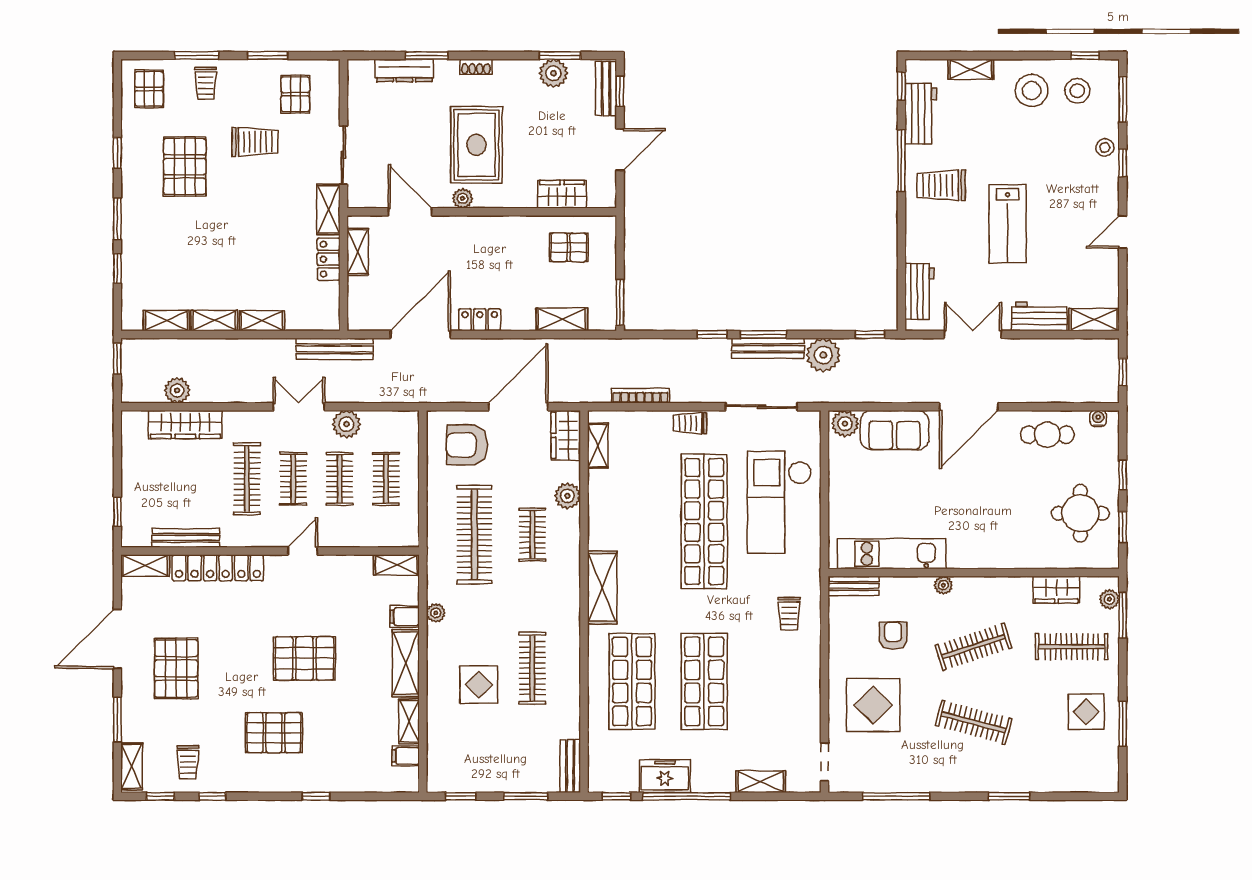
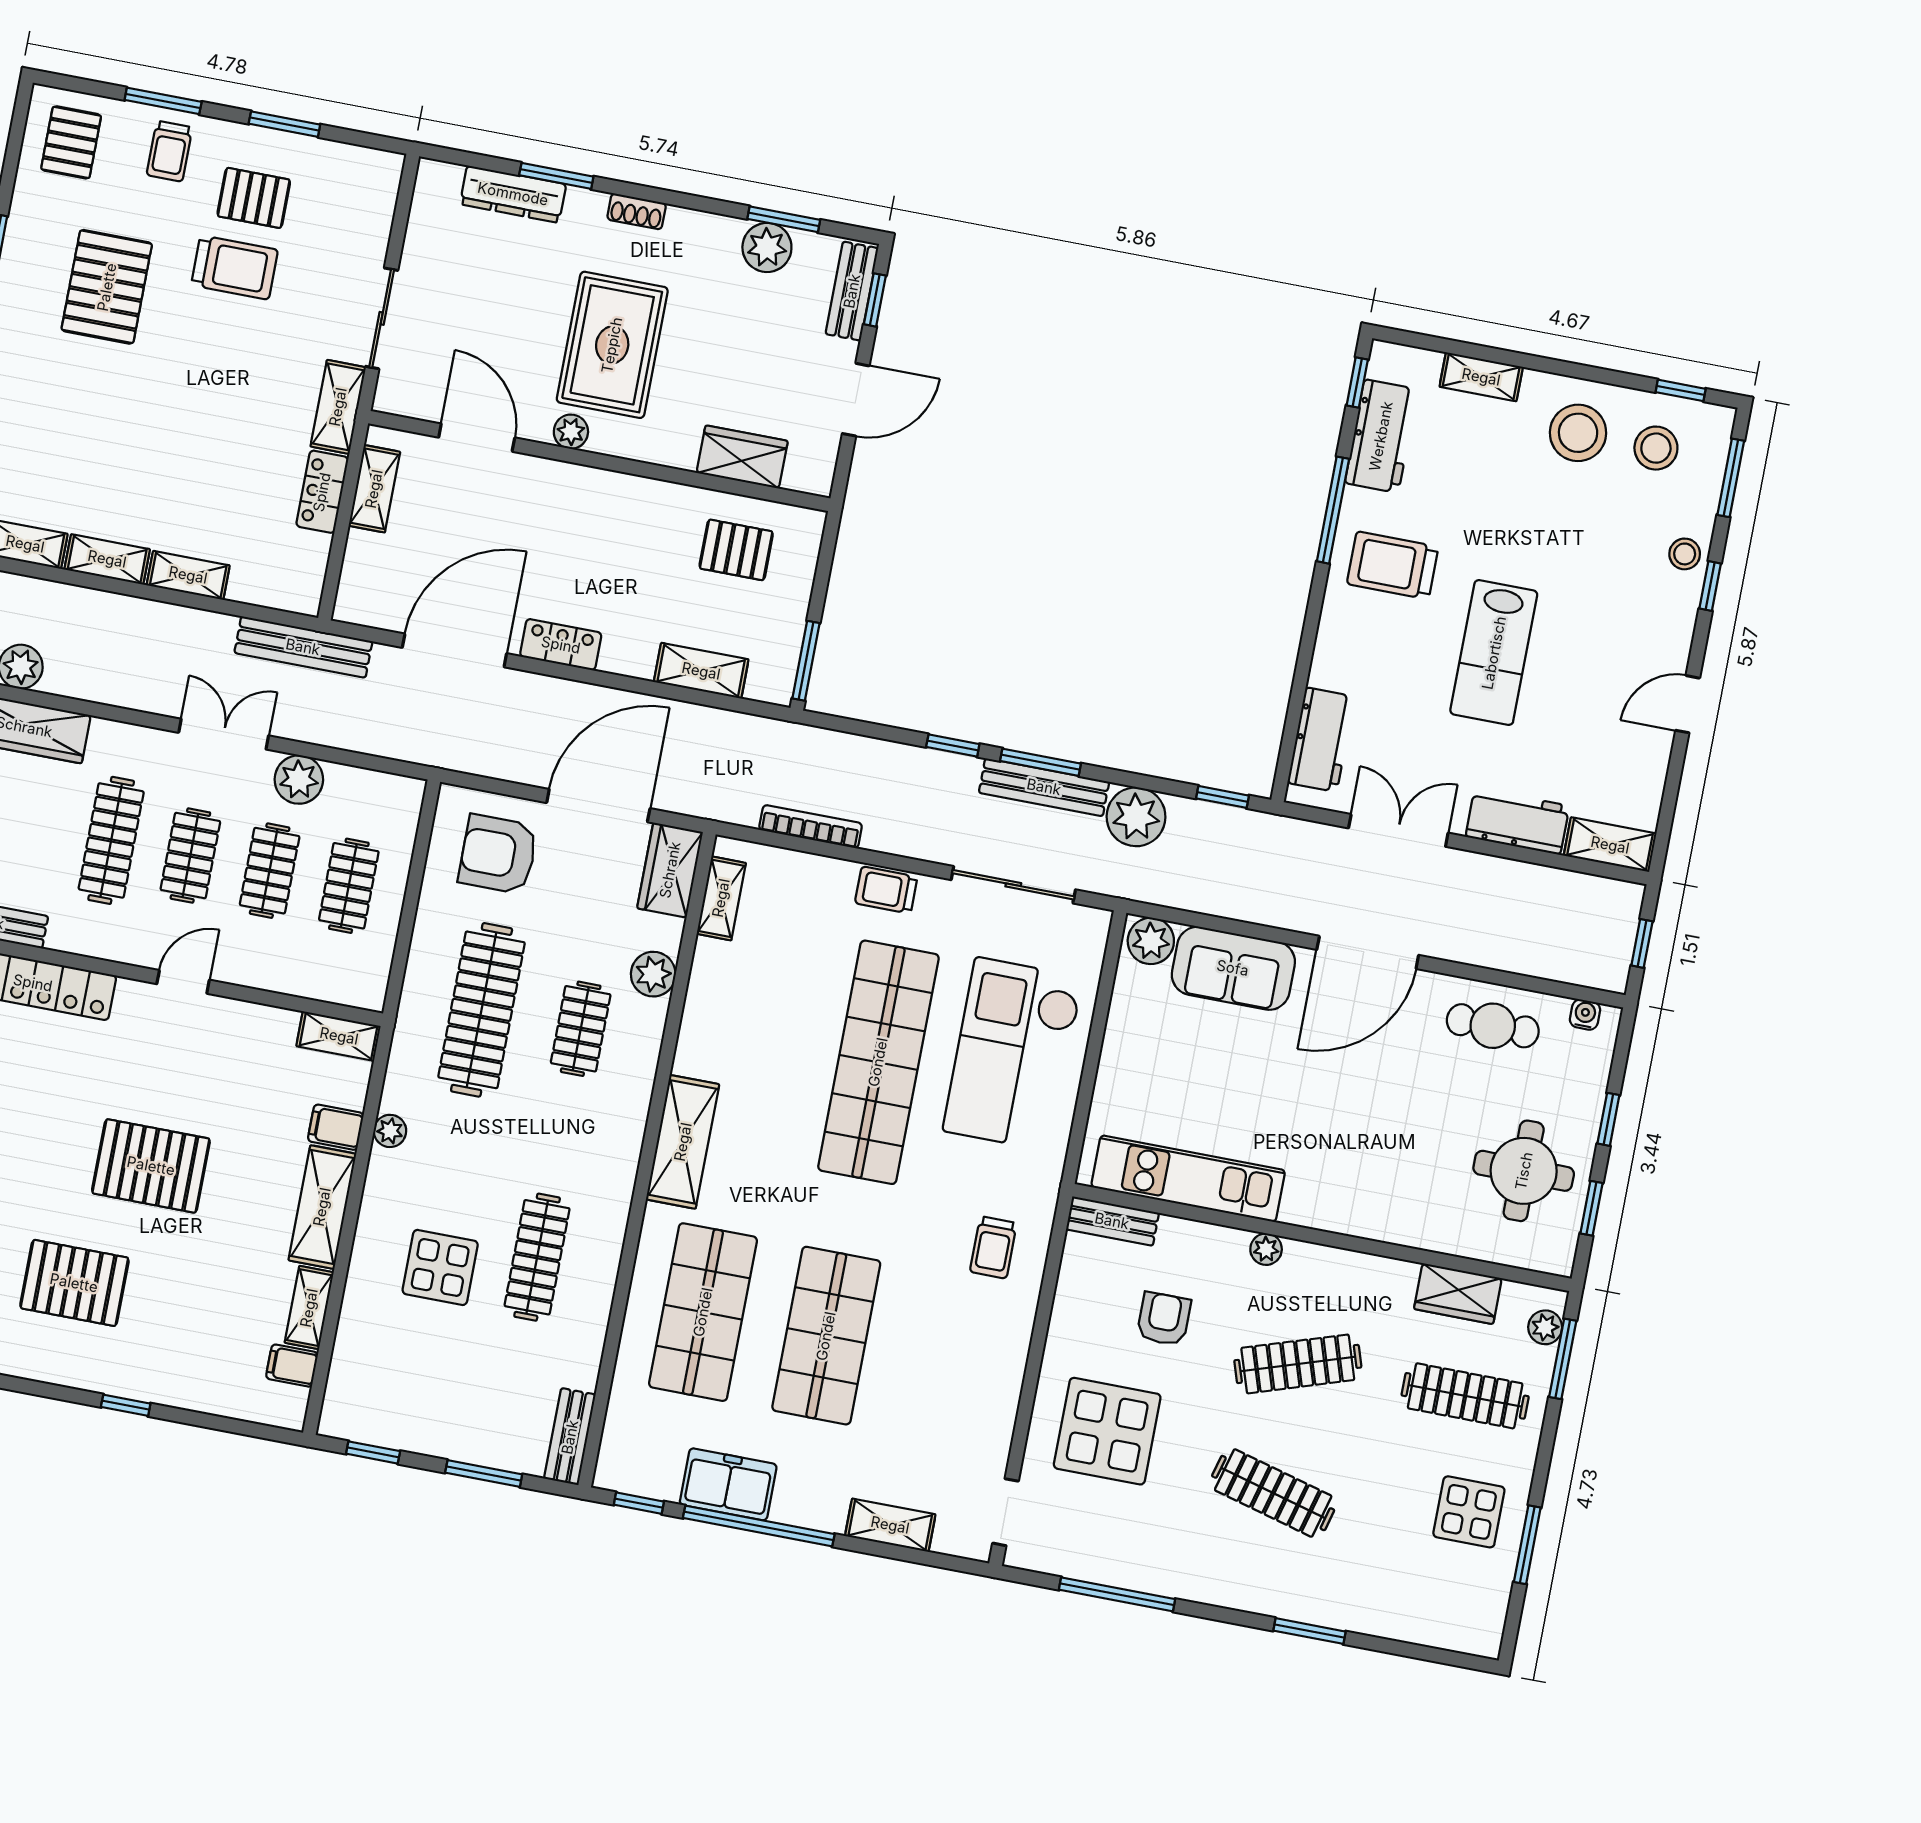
pallet: (295, 94) -> (254, 198), moved, turned 90

